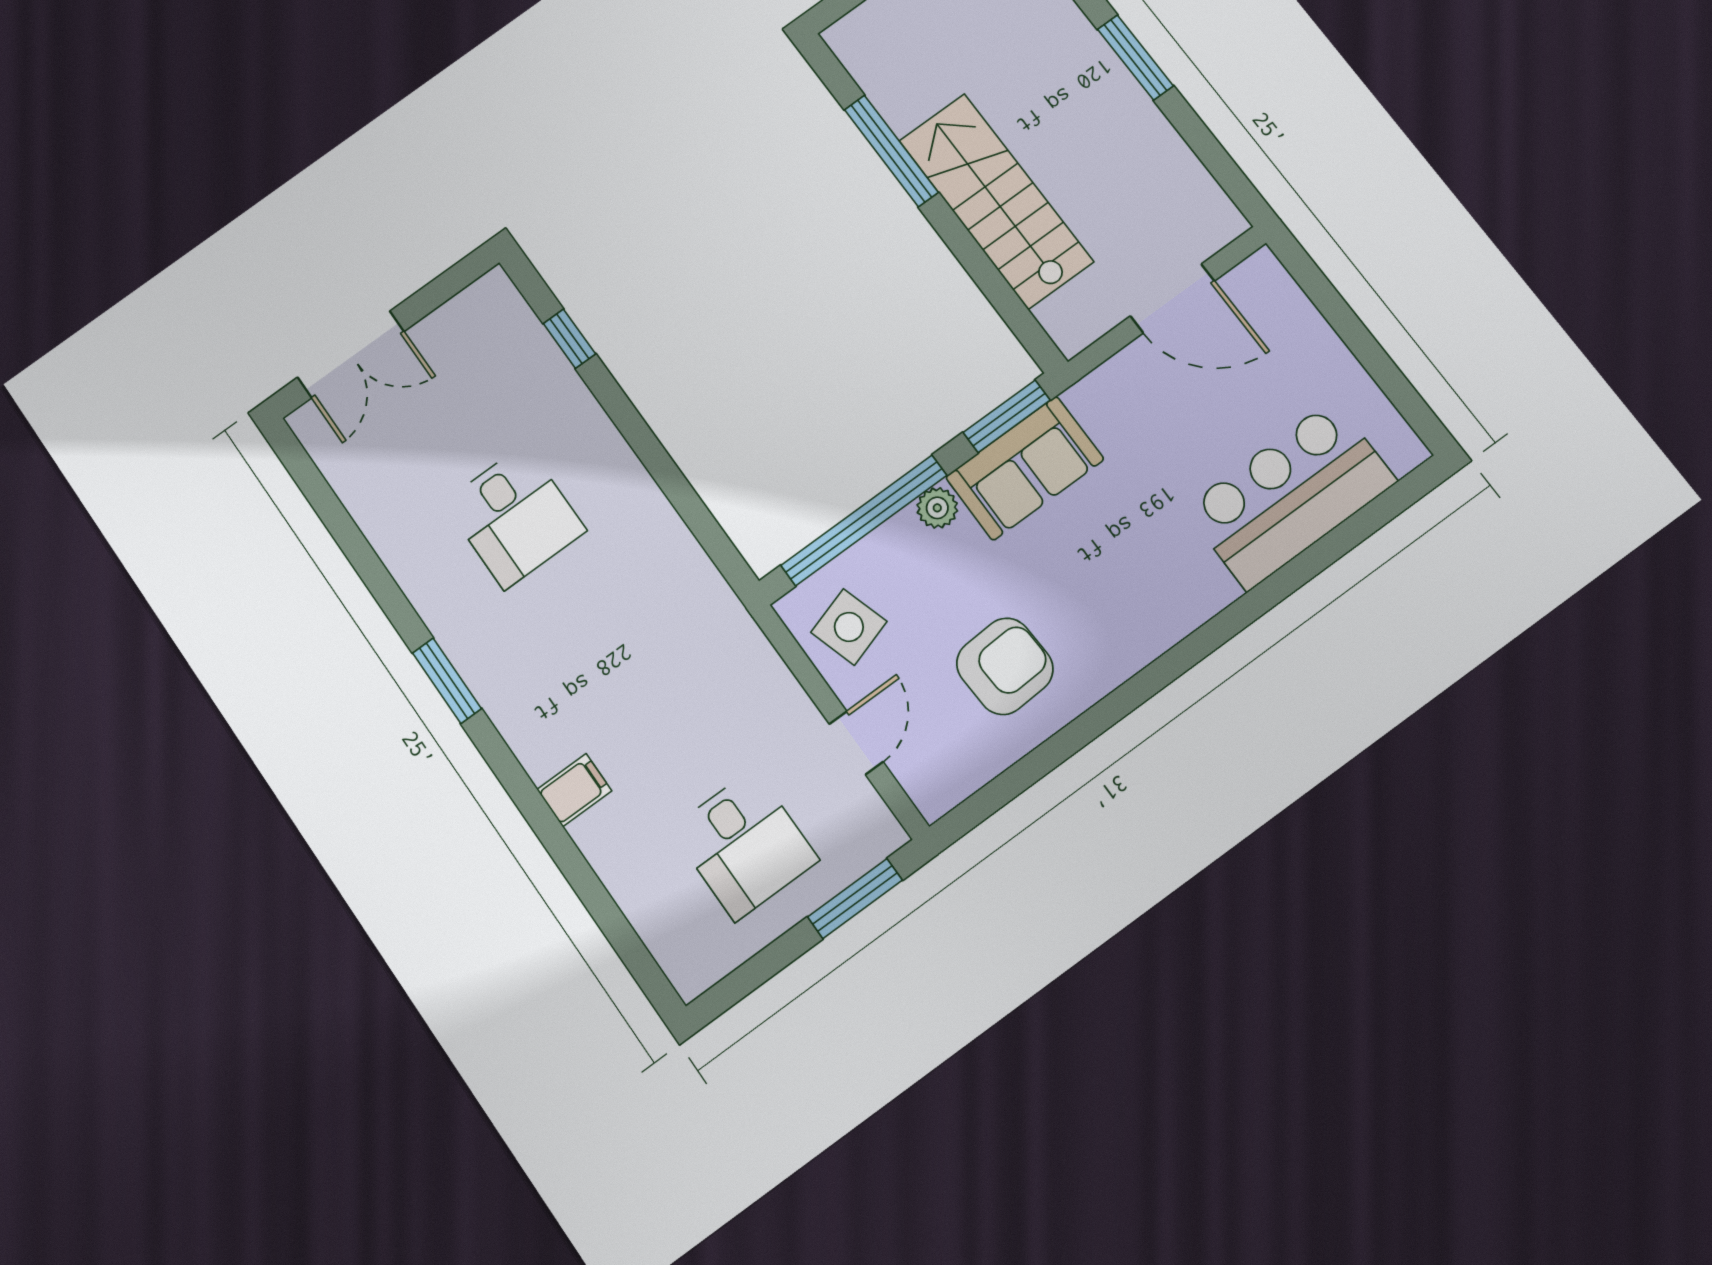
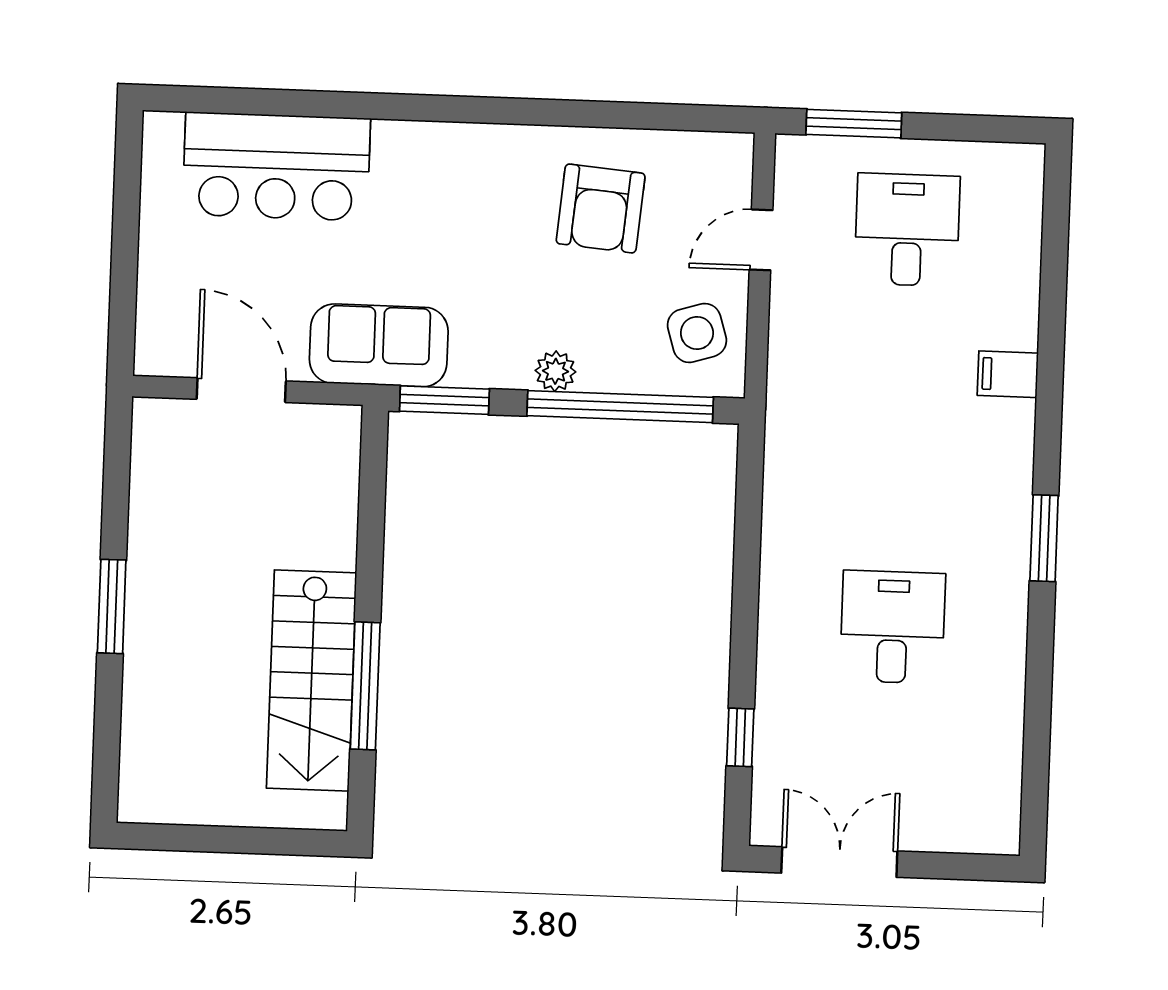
stairs: (996, 201) -> (312, 681), moved
double door: (351, 354) -> (839, 862), moved
sofa: (1025, 468) -> (379, 345), moved
armchair: (1005, 666) -> (601, 208), turned -82

